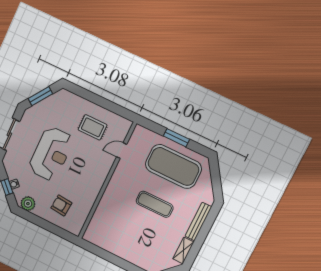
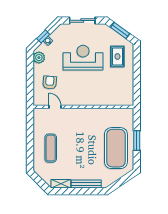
rug: (92, 127) -> (117, 56), moved
door: (122, 151) -> (55, 107), moved
reception desk: (51, 154) -> (83, 58), turned 180
exercise mat: (155, 204) -> (51, 148), moved

